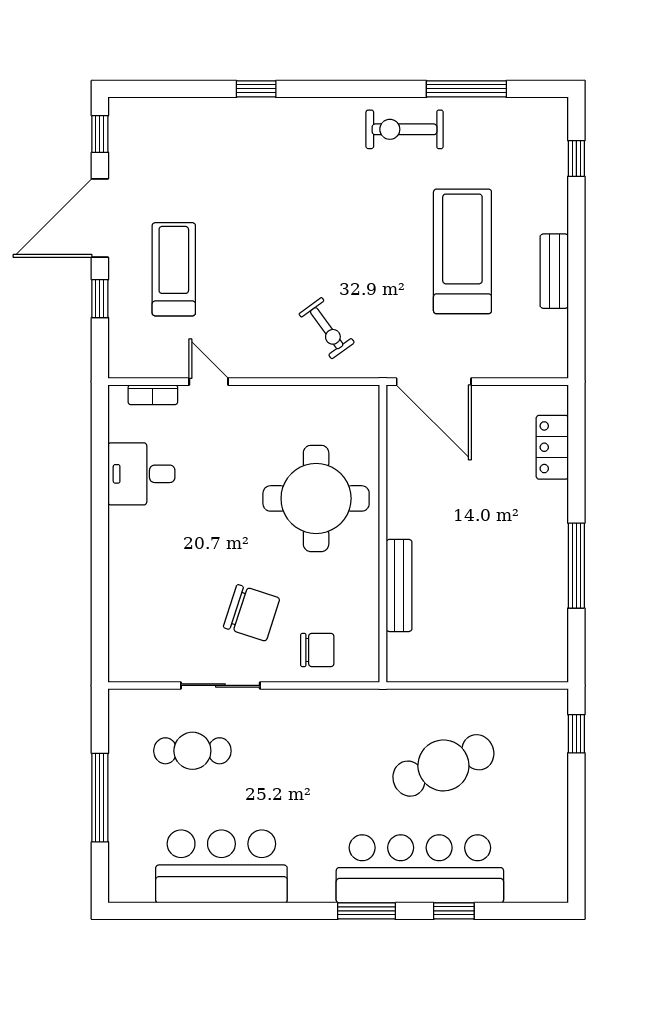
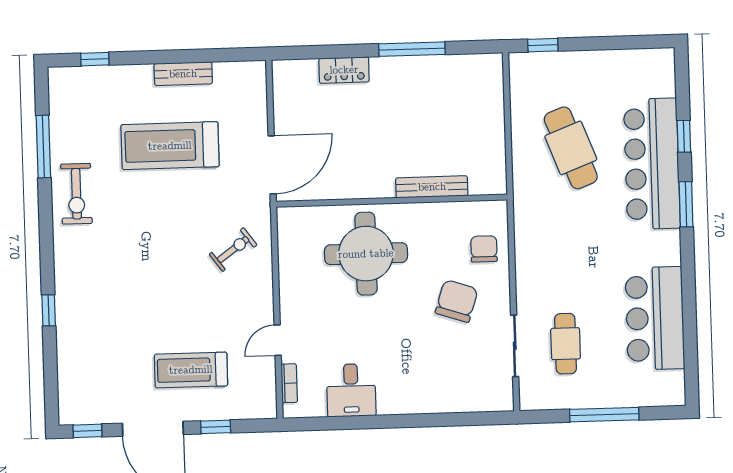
locker: (552, 447) -> (344, 70), moved
sliding door: (220, 685) -> (515, 346), moved

